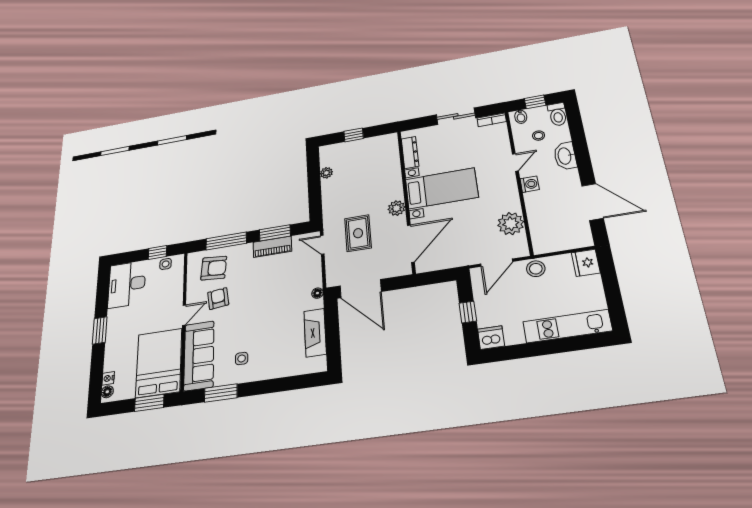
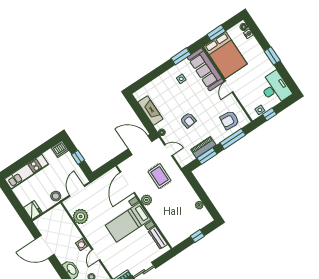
door: (322, 245) -> (169, 150), moved
armchair: (218, 299) -> (188, 120), moved

